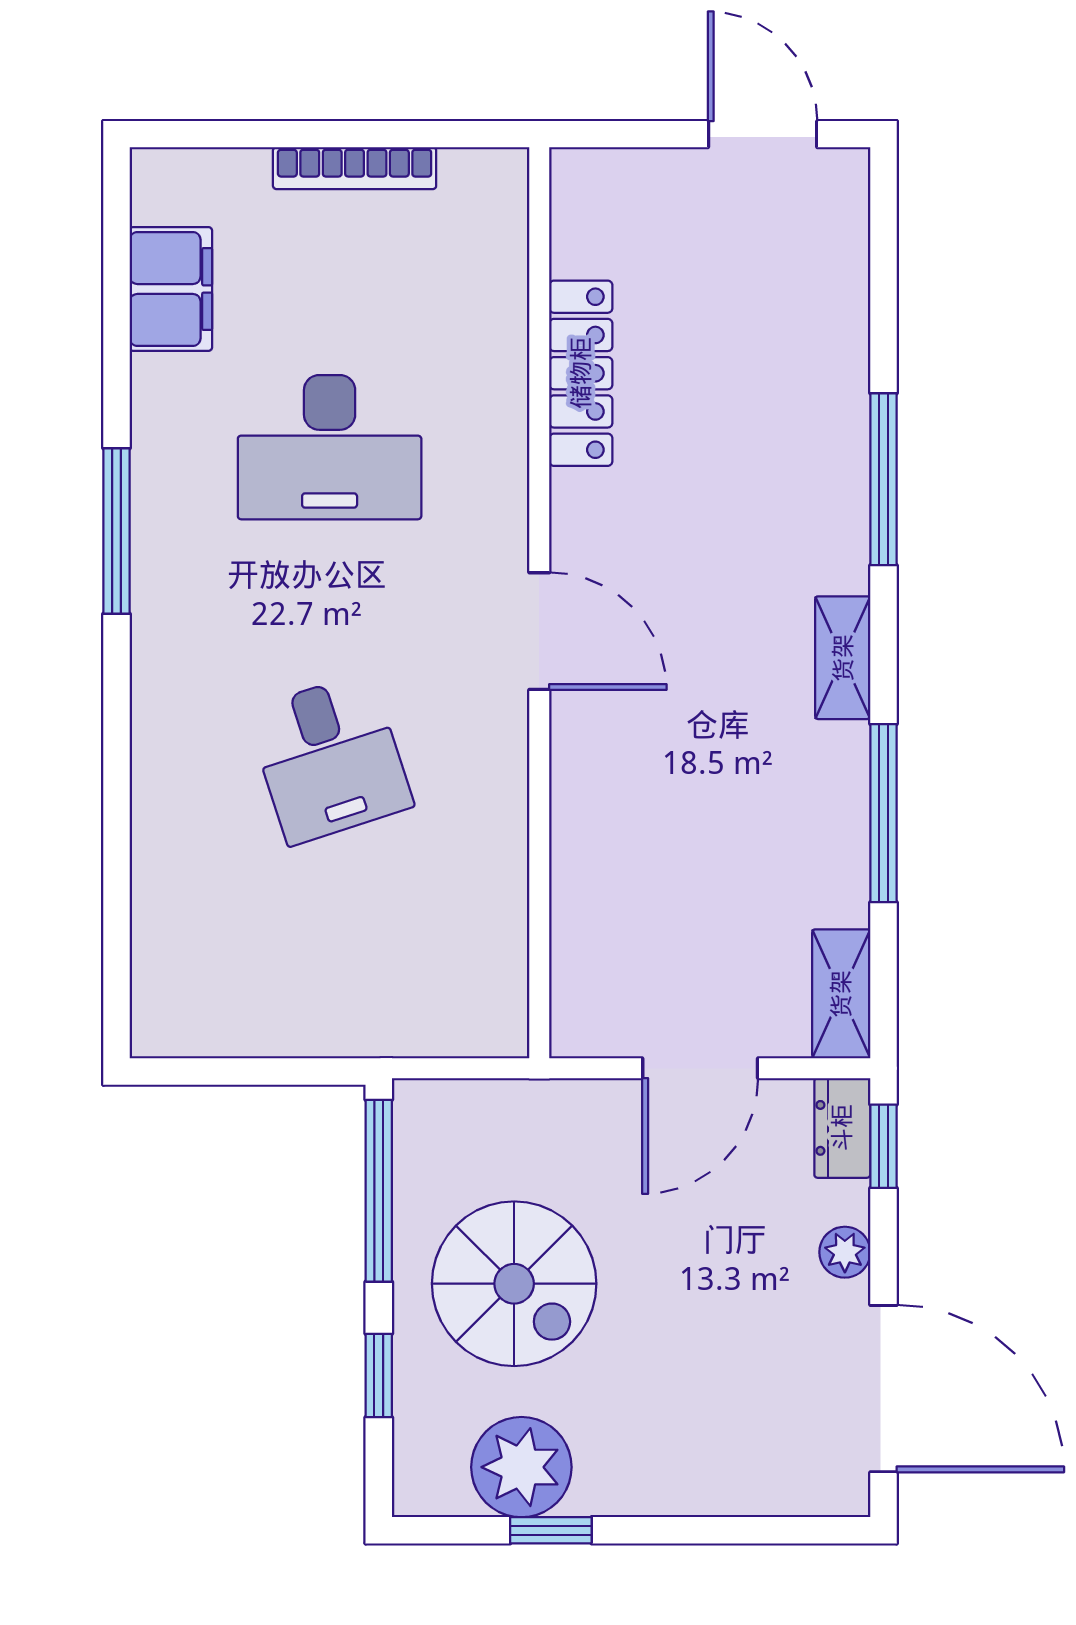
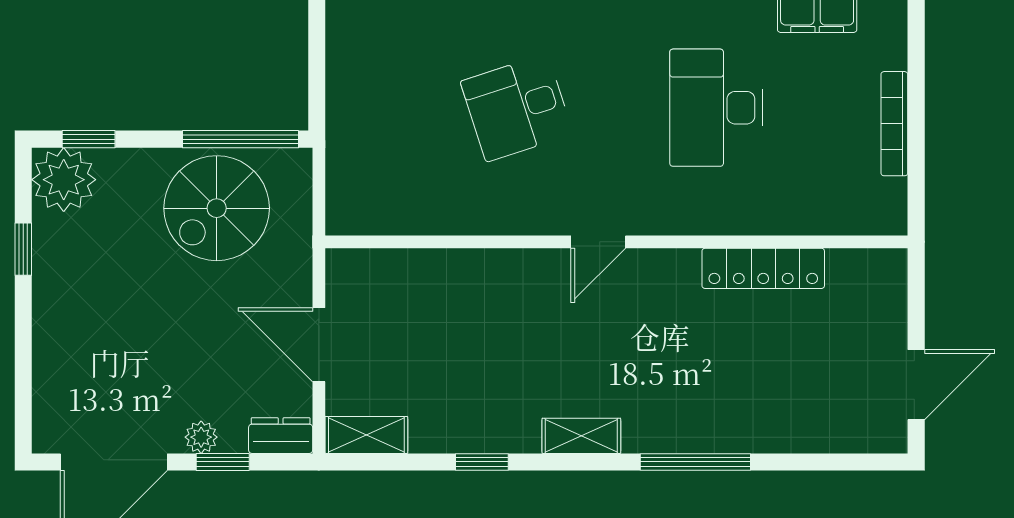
door: (539, 631) -> (598, 242), width x0.73
window: (883, 813) -> (482, 462), width x0.46
window: (883, 1146) -> (223, 462), moved
spiral stairs: (514, 1284) -> (217, 208), moved
window: (379, 1376) -> (89, 139), moved
plant: (521, 1467) -> (64, 180), moved

